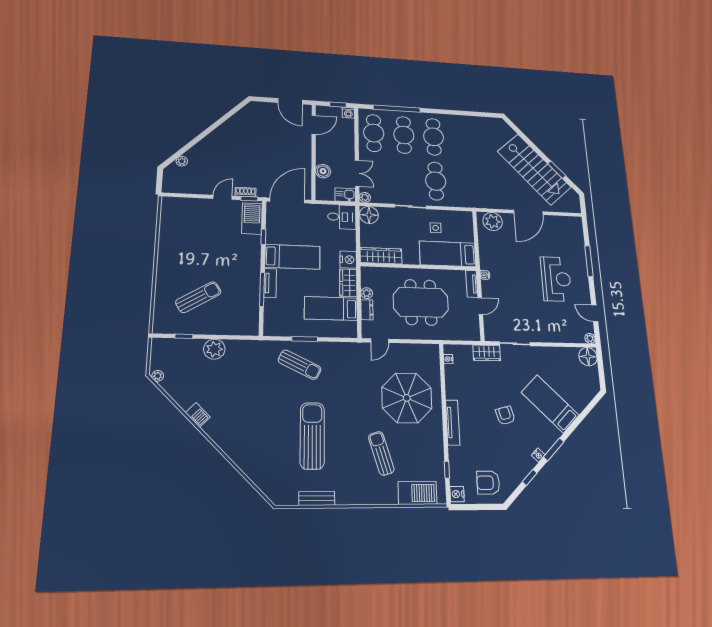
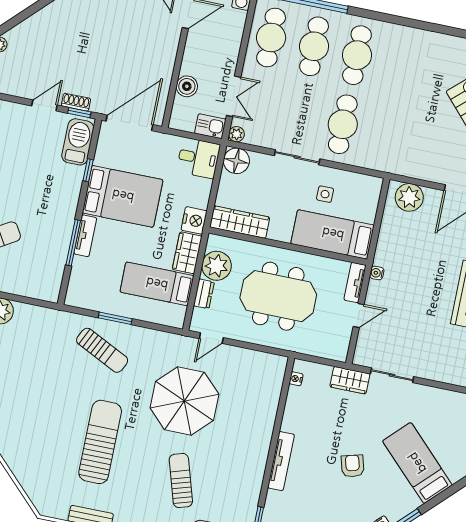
bed: (292, 257) -> (123, 196), width x1.50
plant: (367, 293) -> (217, 266), width x1.88, depth x1.88
parasol: (407, 398) -> (184, 401), moved

